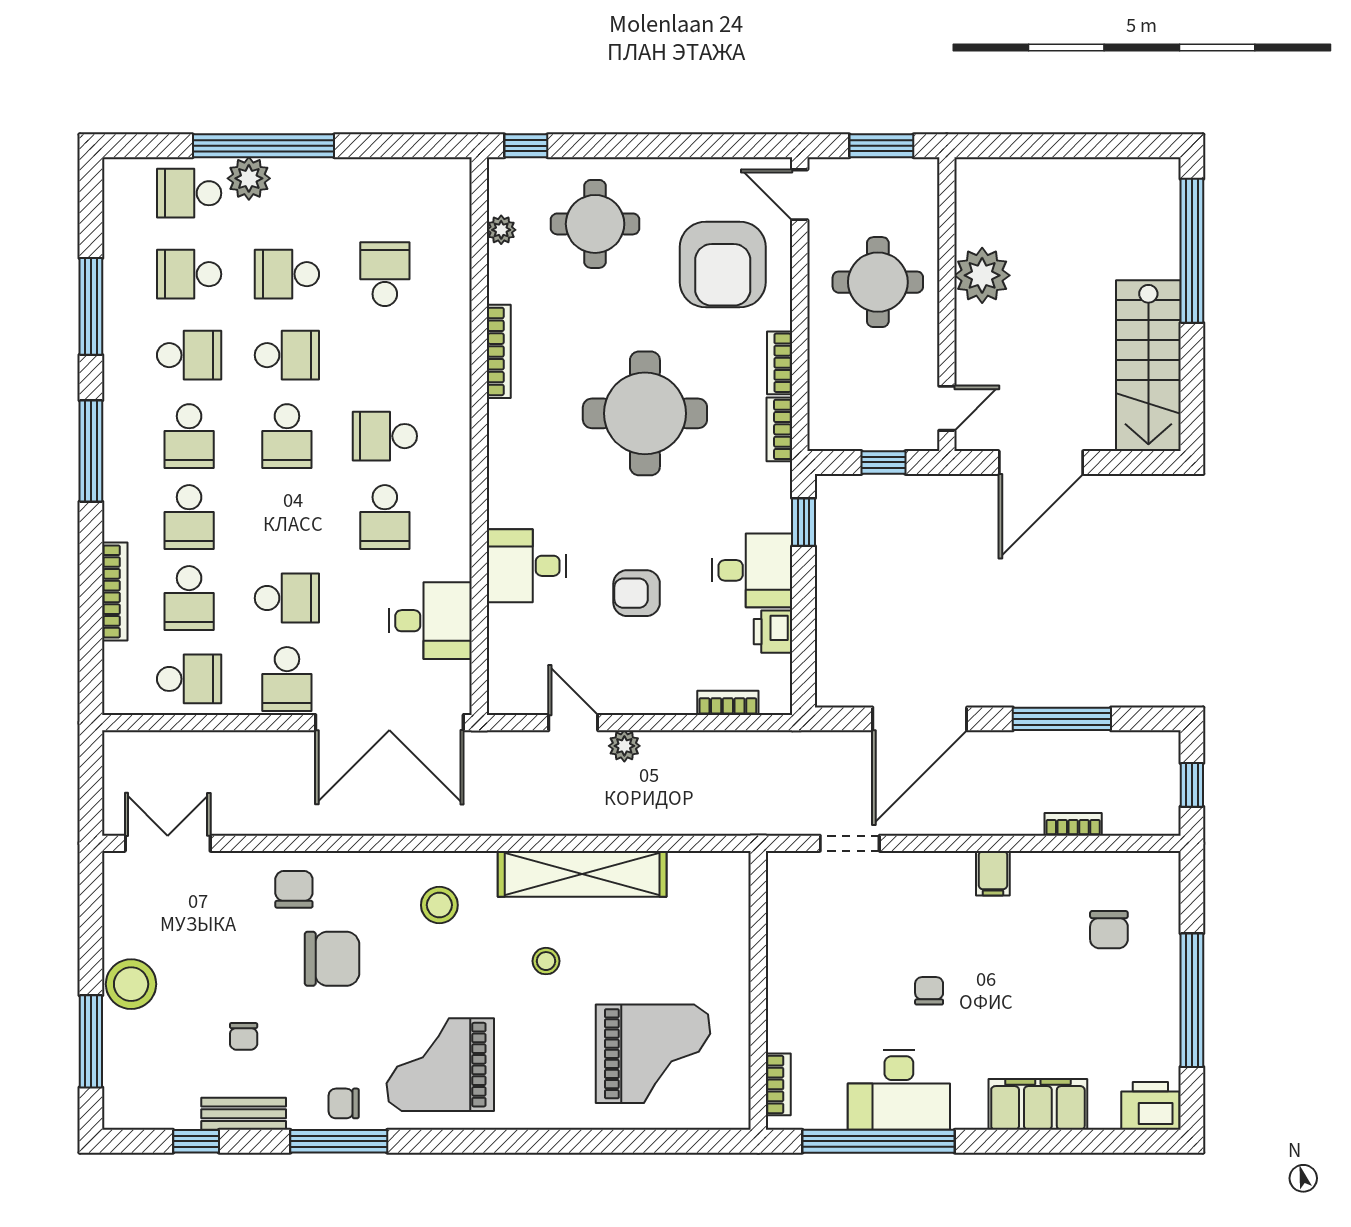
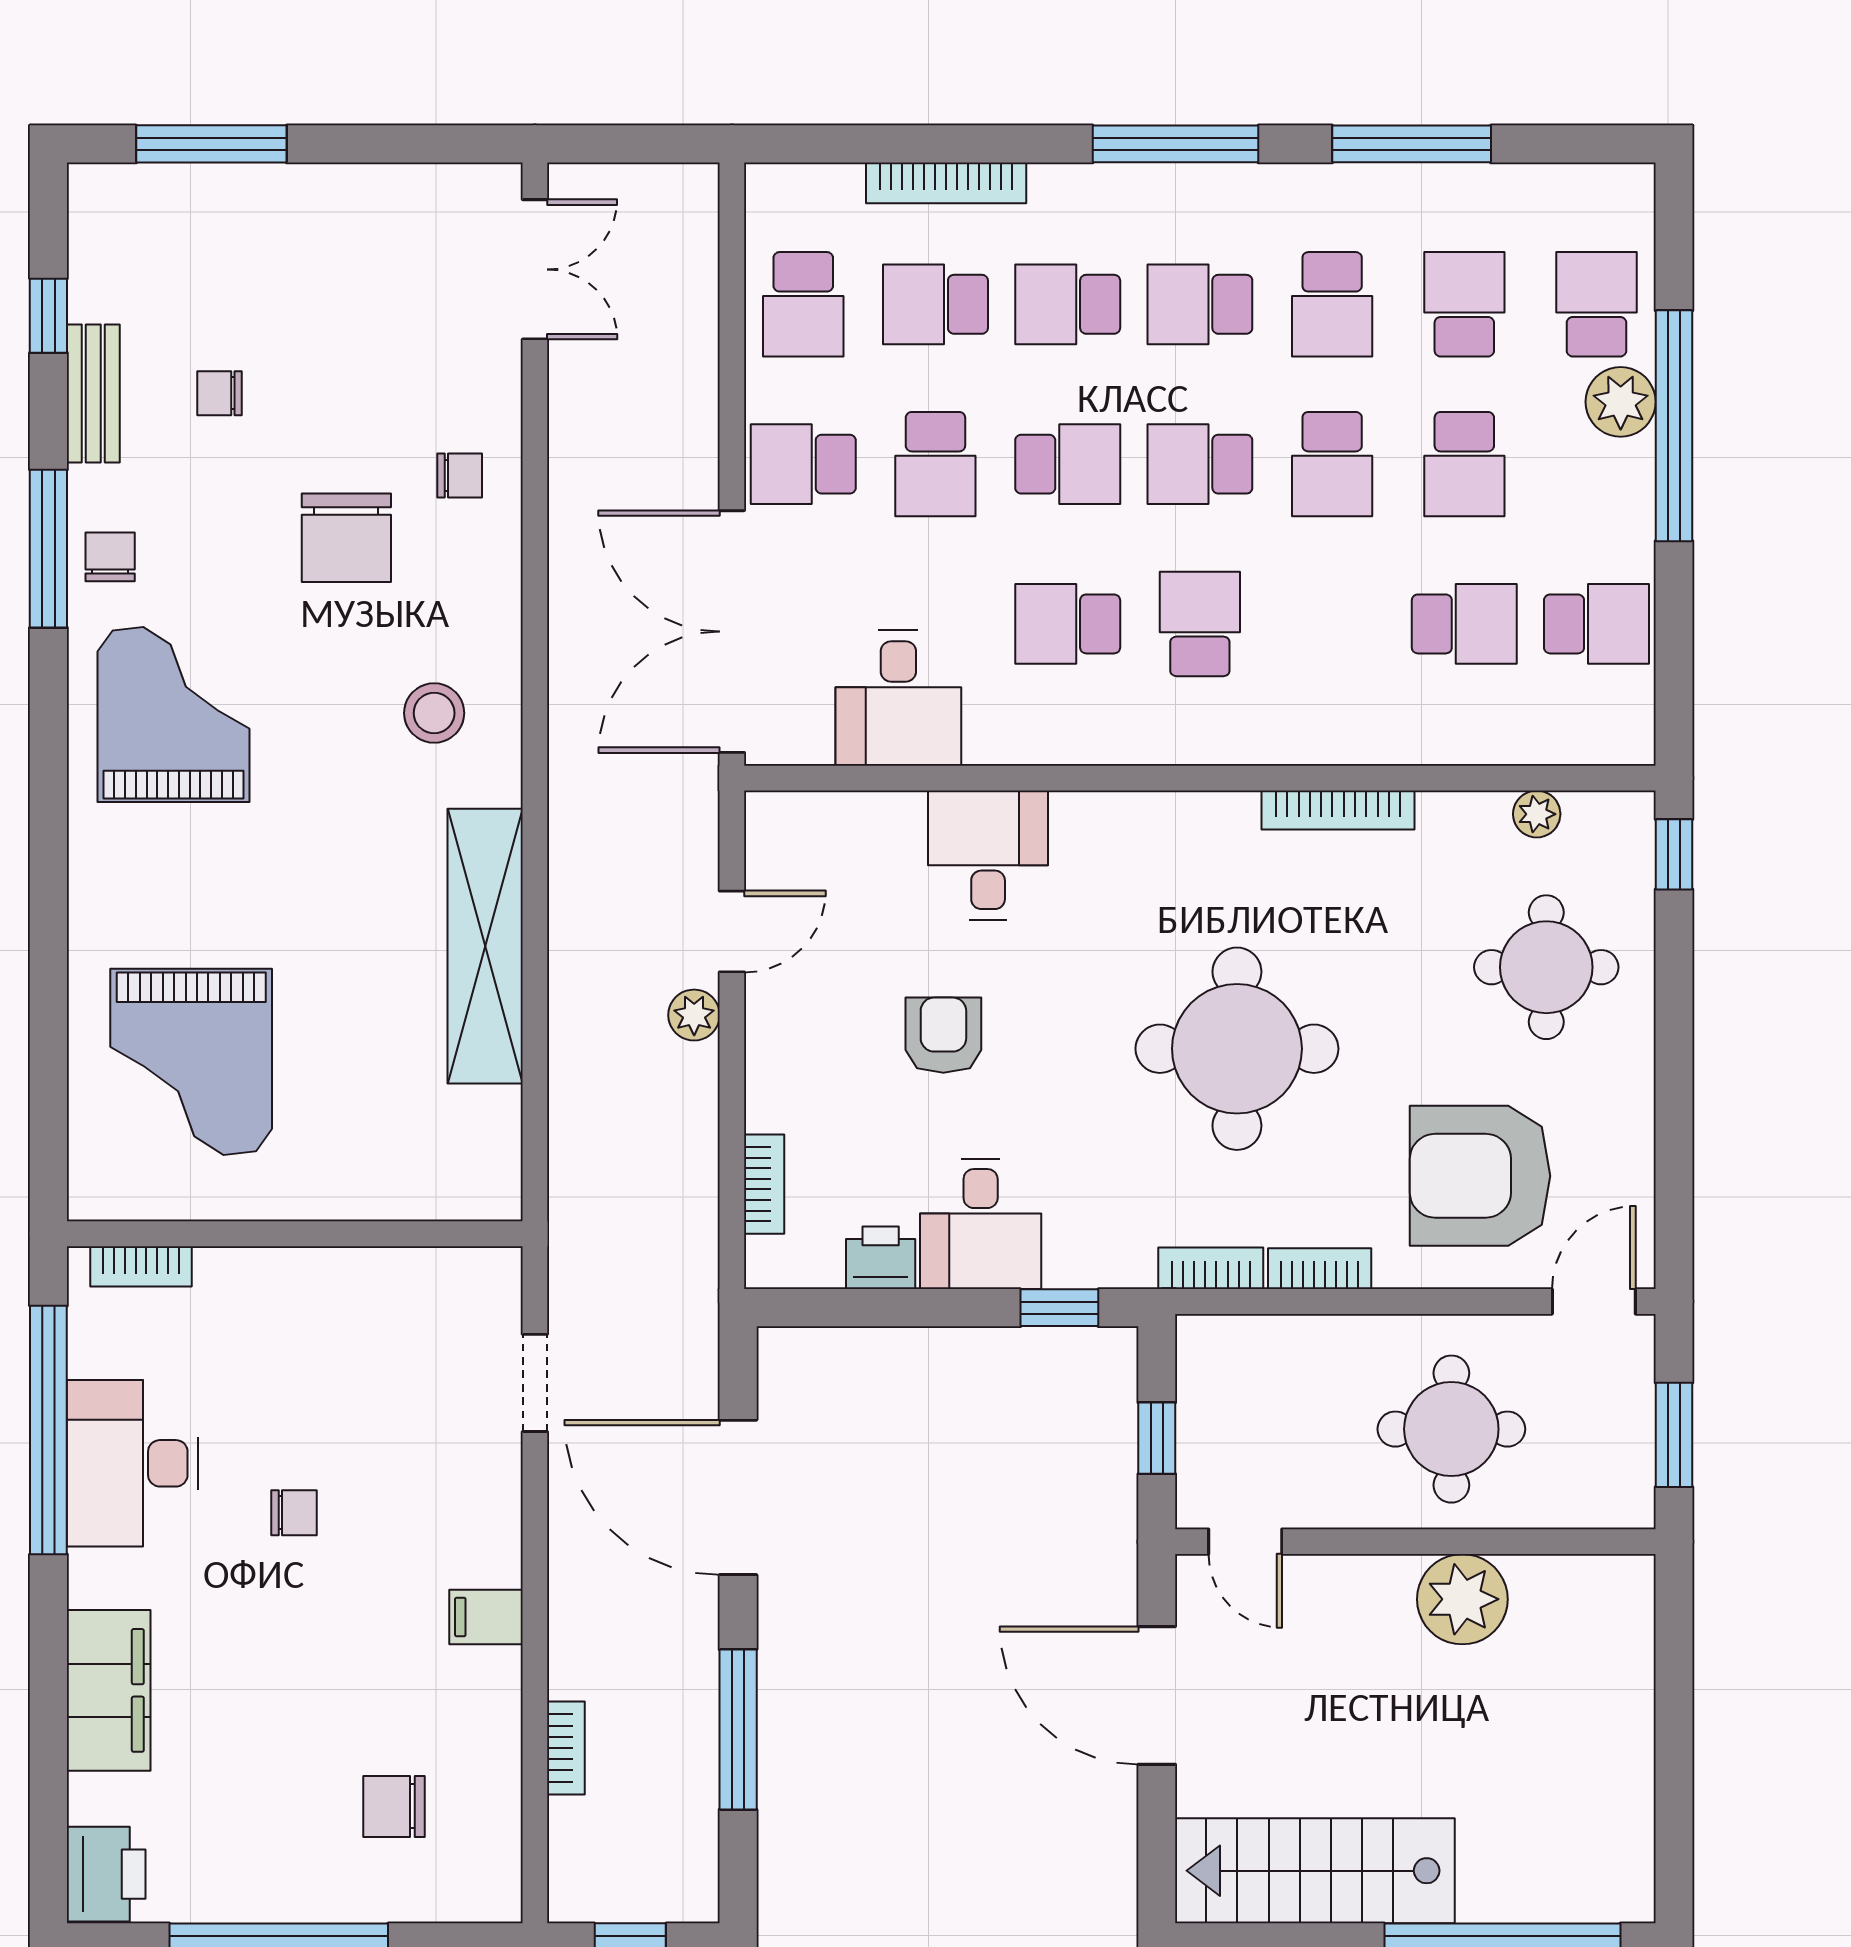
school desk: (385, 193) -> (1597, 624), added
school desk: (287, 274) -> (1464, 464), turned 180
school desk: (287, 517) -> (1068, 464), added
chair: (294, 889) -> (460, 476), width x0.73, depth x0.73
stool: (546, 961) -> (343, 887), removed
stool: (131, 984) -> (305, 210), removed

